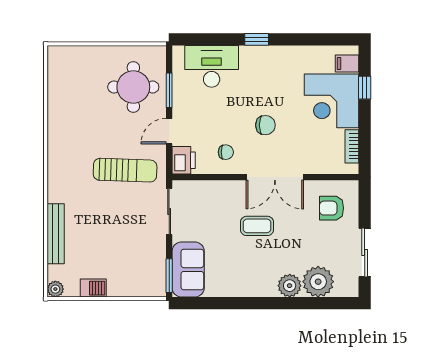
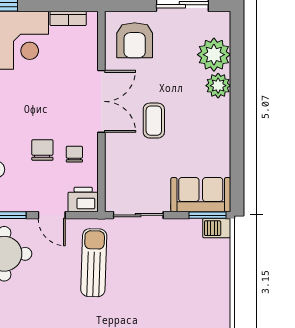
chair: (265, 125) -> (42, 150), moved
armchair: (332, 208) -> (135, 40), width x1.38, depth x1.38
barbecue: (93, 288) -> (217, 228), moved, turned -90

